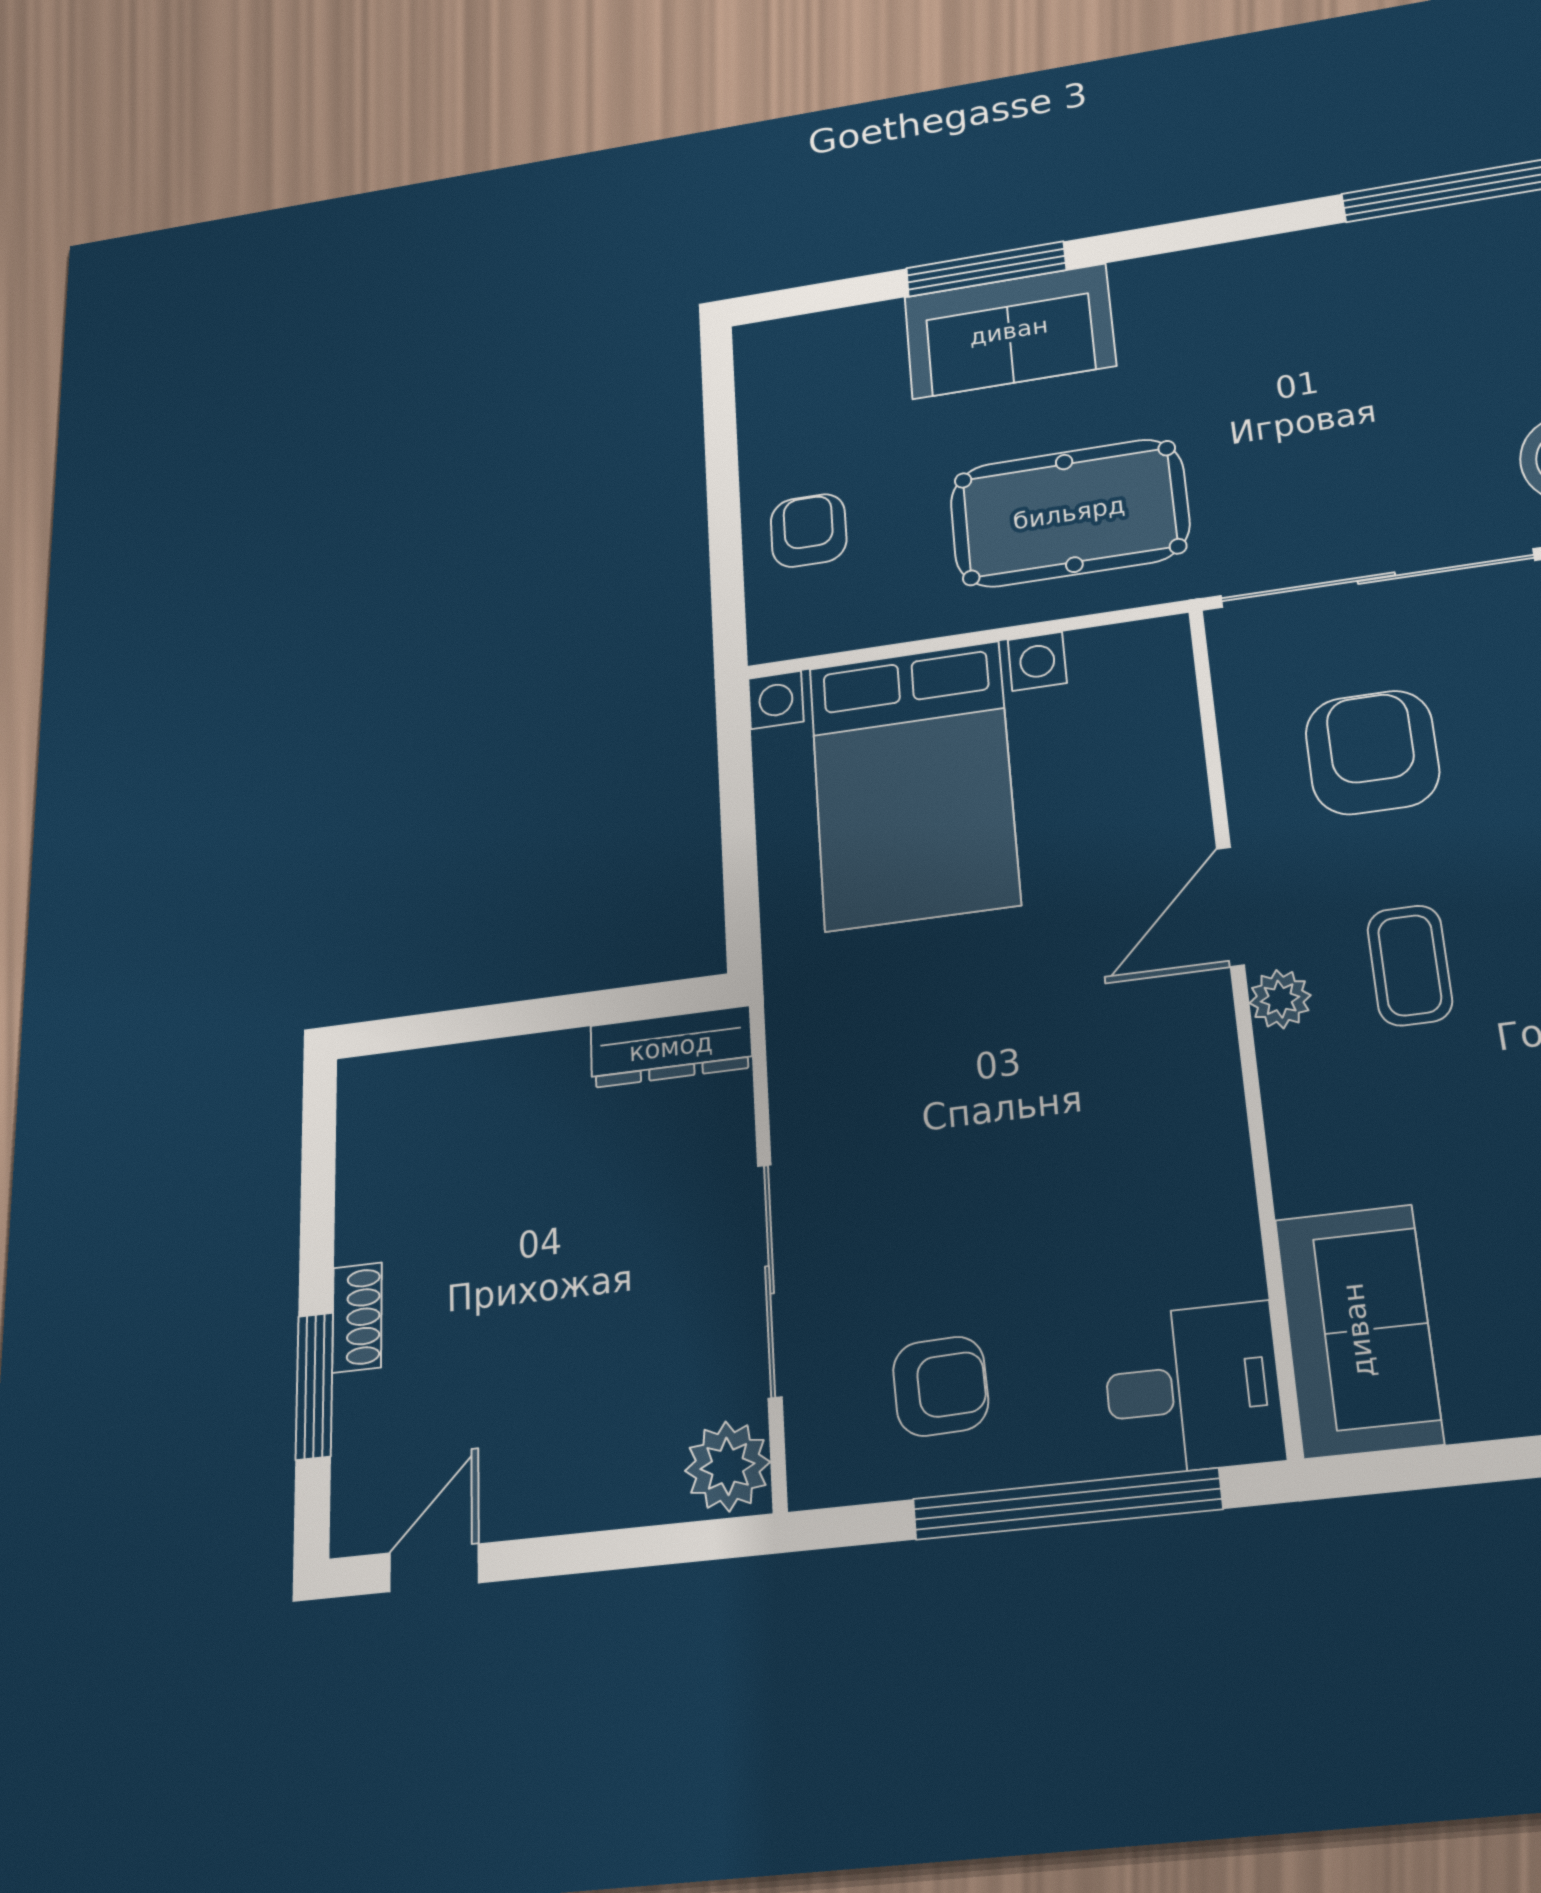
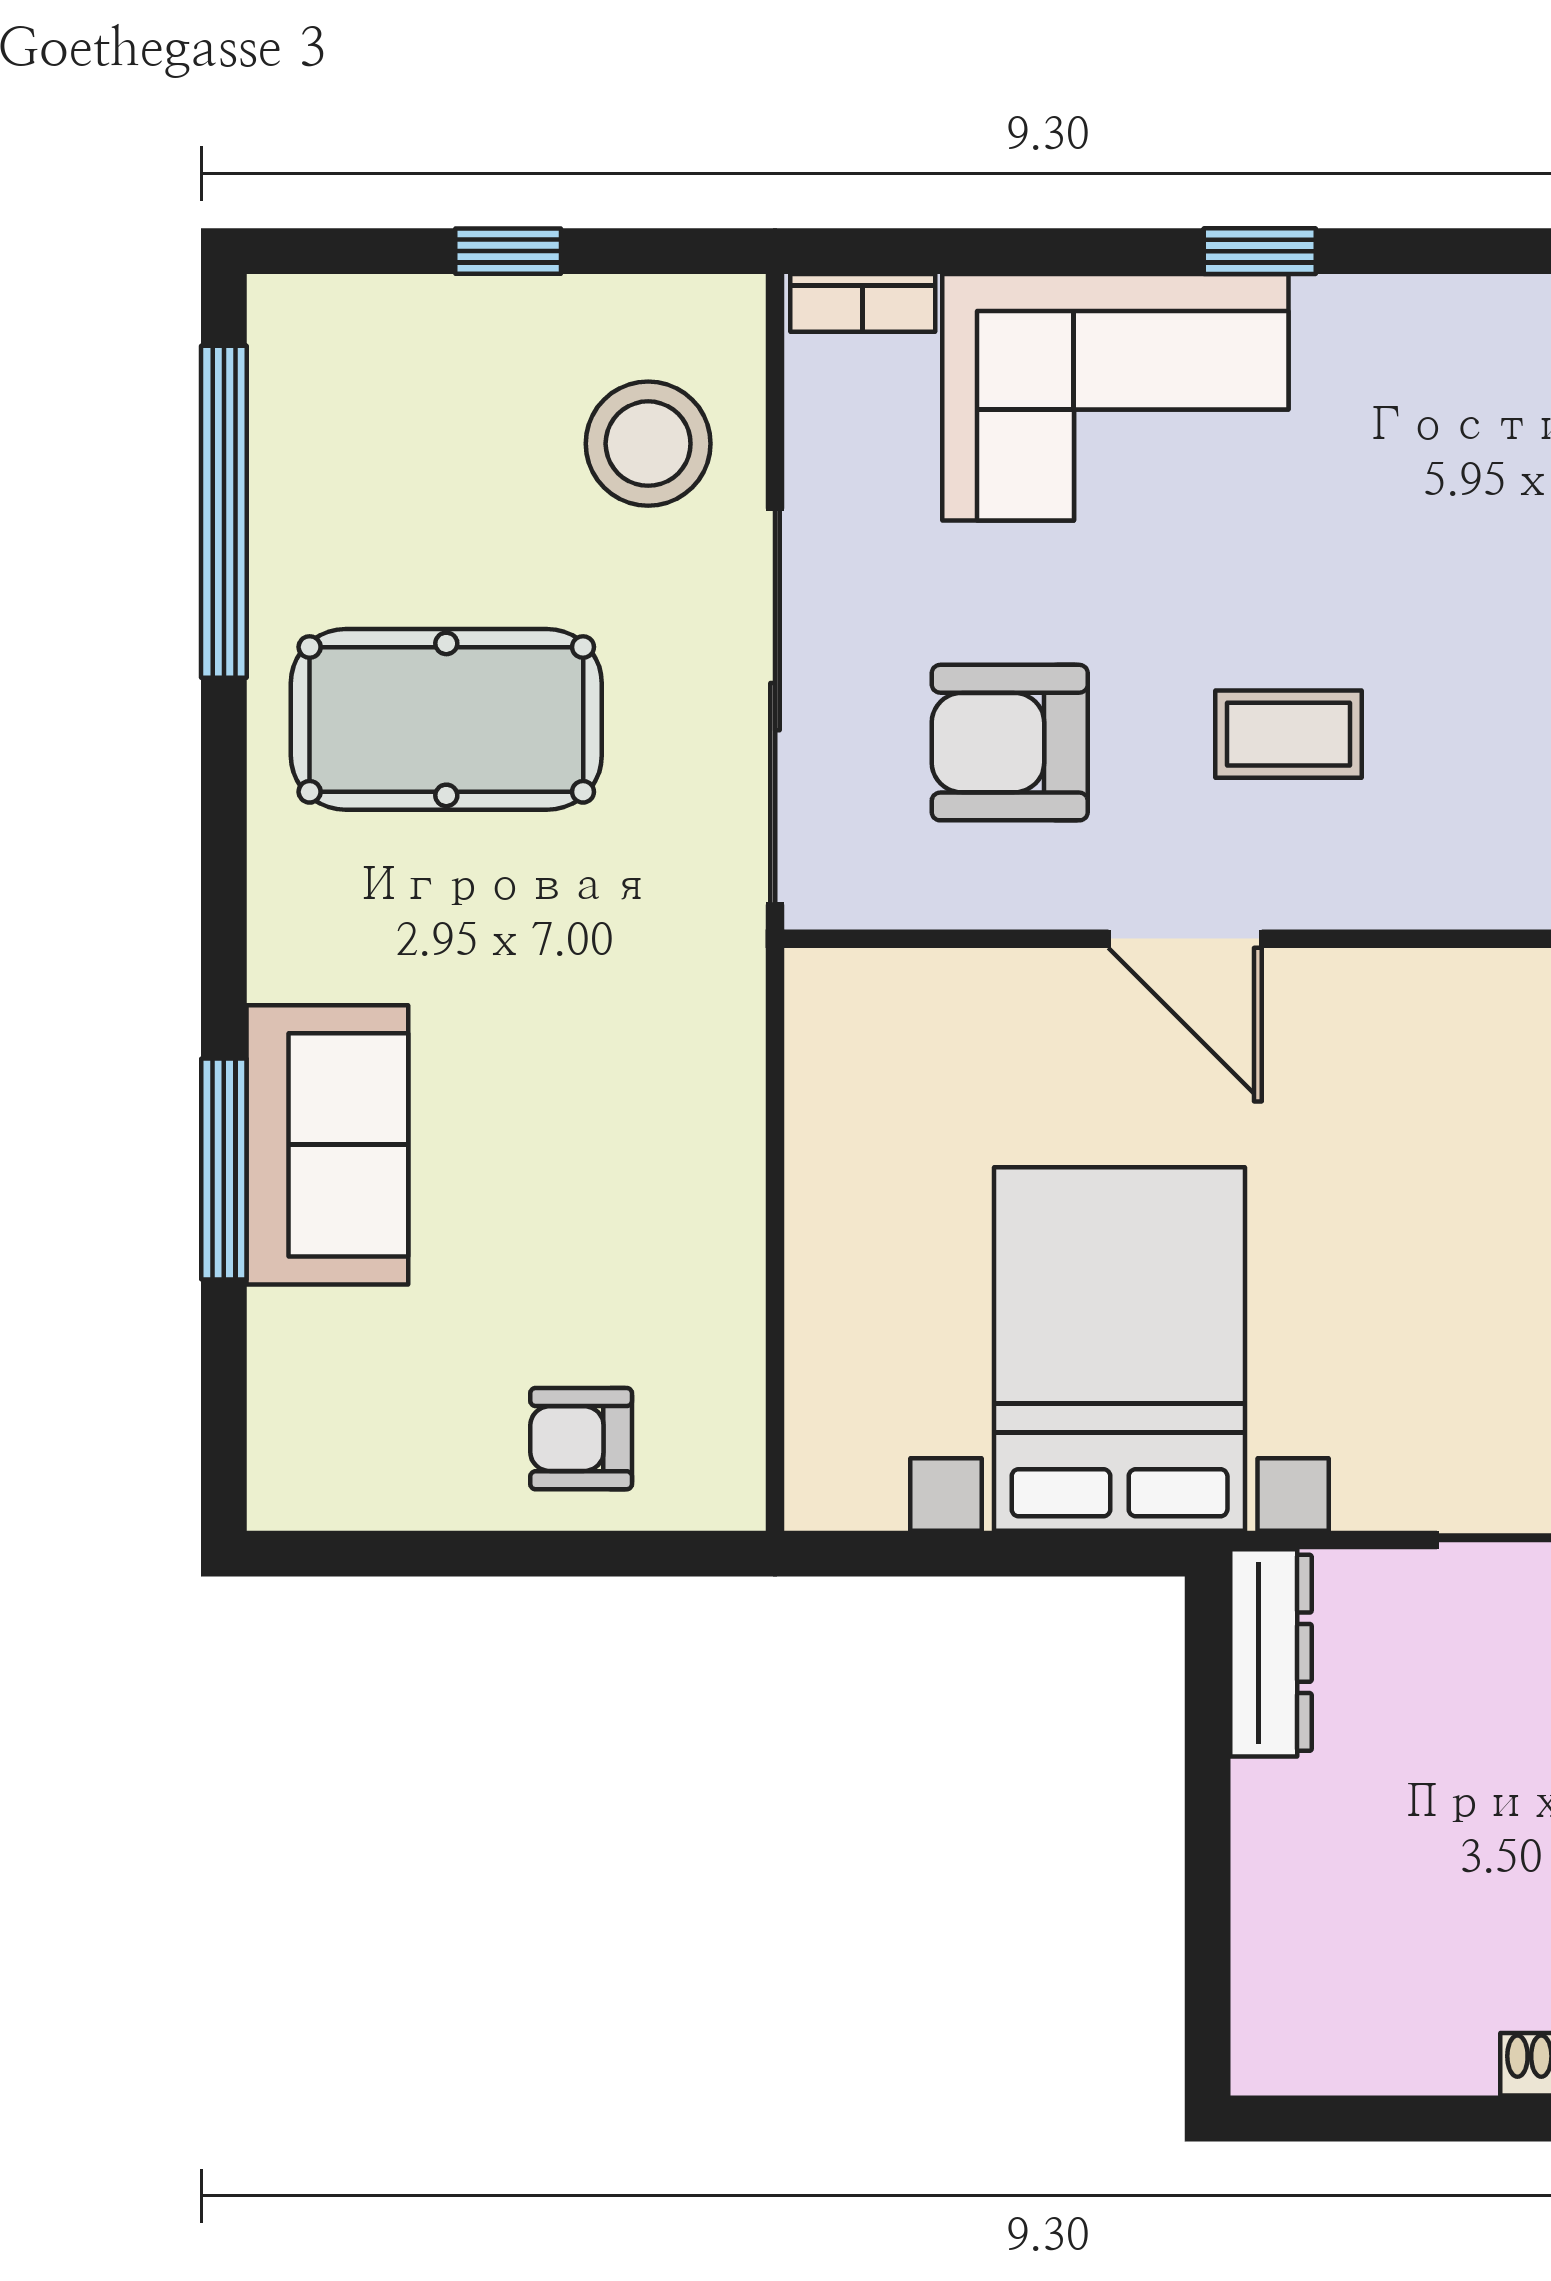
pool table: (1069, 513) -> (446, 719), moved, turned 90
bed with nightstands: (913, 785) -> (1120, 1349), moved, turned -90
plant: (1280, 999) -> (1310, 893), removed

